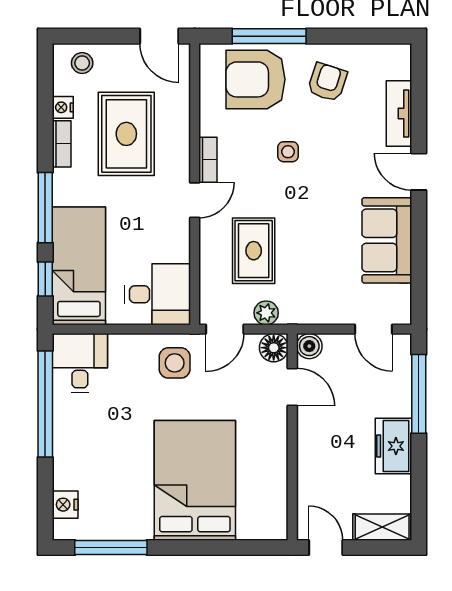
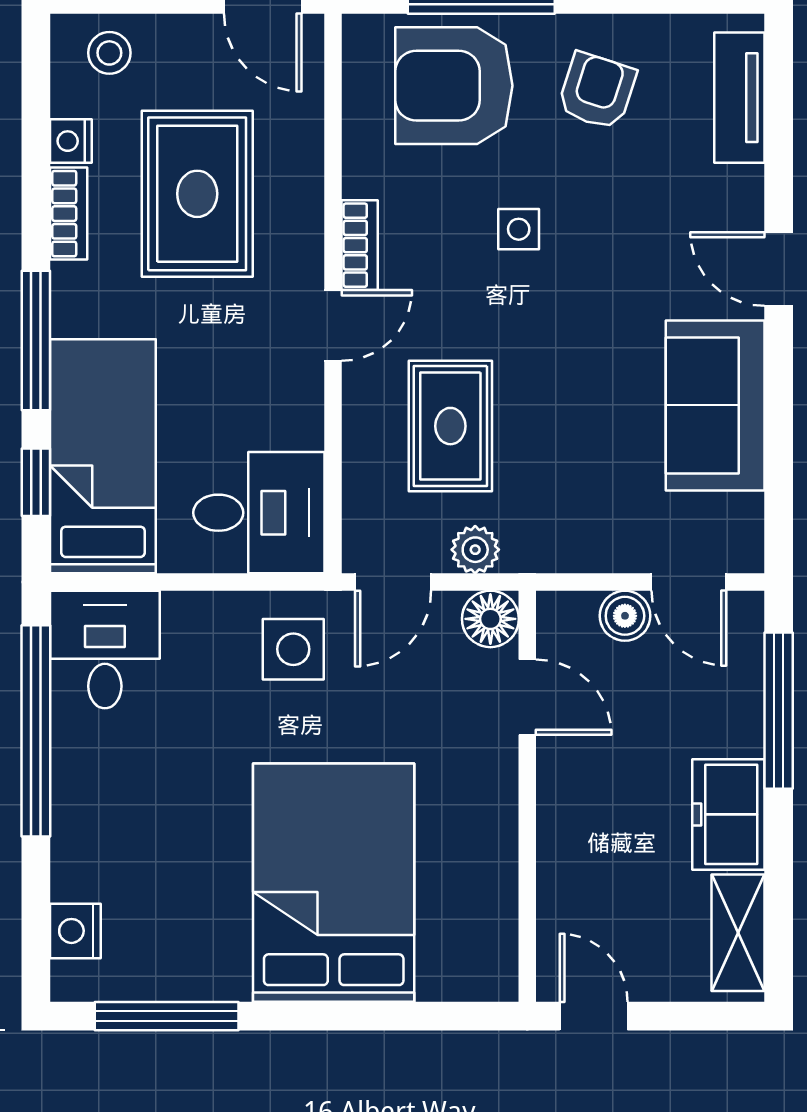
tv unit: (399, 114) -> (739, 98), moved
boiler: (309, 346) -> (625, 616), moved
shelving: (382, 527) -> (738, 933), moved, turned 90

